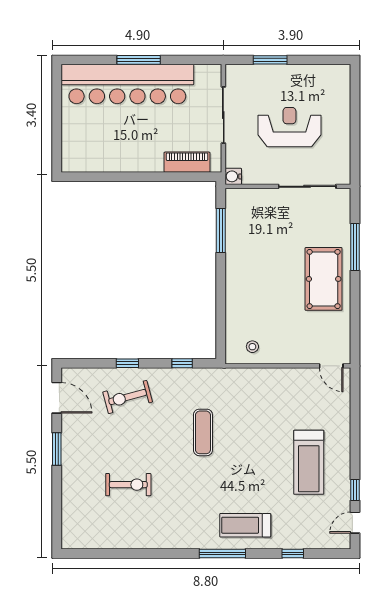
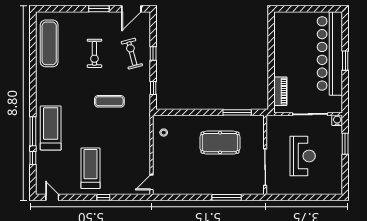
window: (139, 60) -> (345, 61), width x0.69
water cooler: (233, 176) -> (337, 120), moved
pool table: (324, 279) -> (220, 143), moved
treadmill: (309, 462) -> (91, 168), turned 90
exercise bike: (128, 485) -> (94, 53), moved
window: (355, 490) -> (103, 197), moved
treadmill: (245, 525) -> (51, 128), width x1.37, depth x1.38
exercise mat: (111, 528) -> (49, 43), added
window: (222, 553) -> (33, 131), moved

